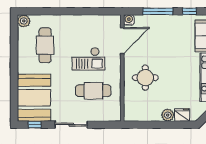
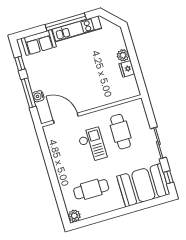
water cooler: (129, 20) -> (38, 96), moved
round table: (145, 78) -> (94, 87), removed
fridge: (182, 115) -> (127, 69), moved

